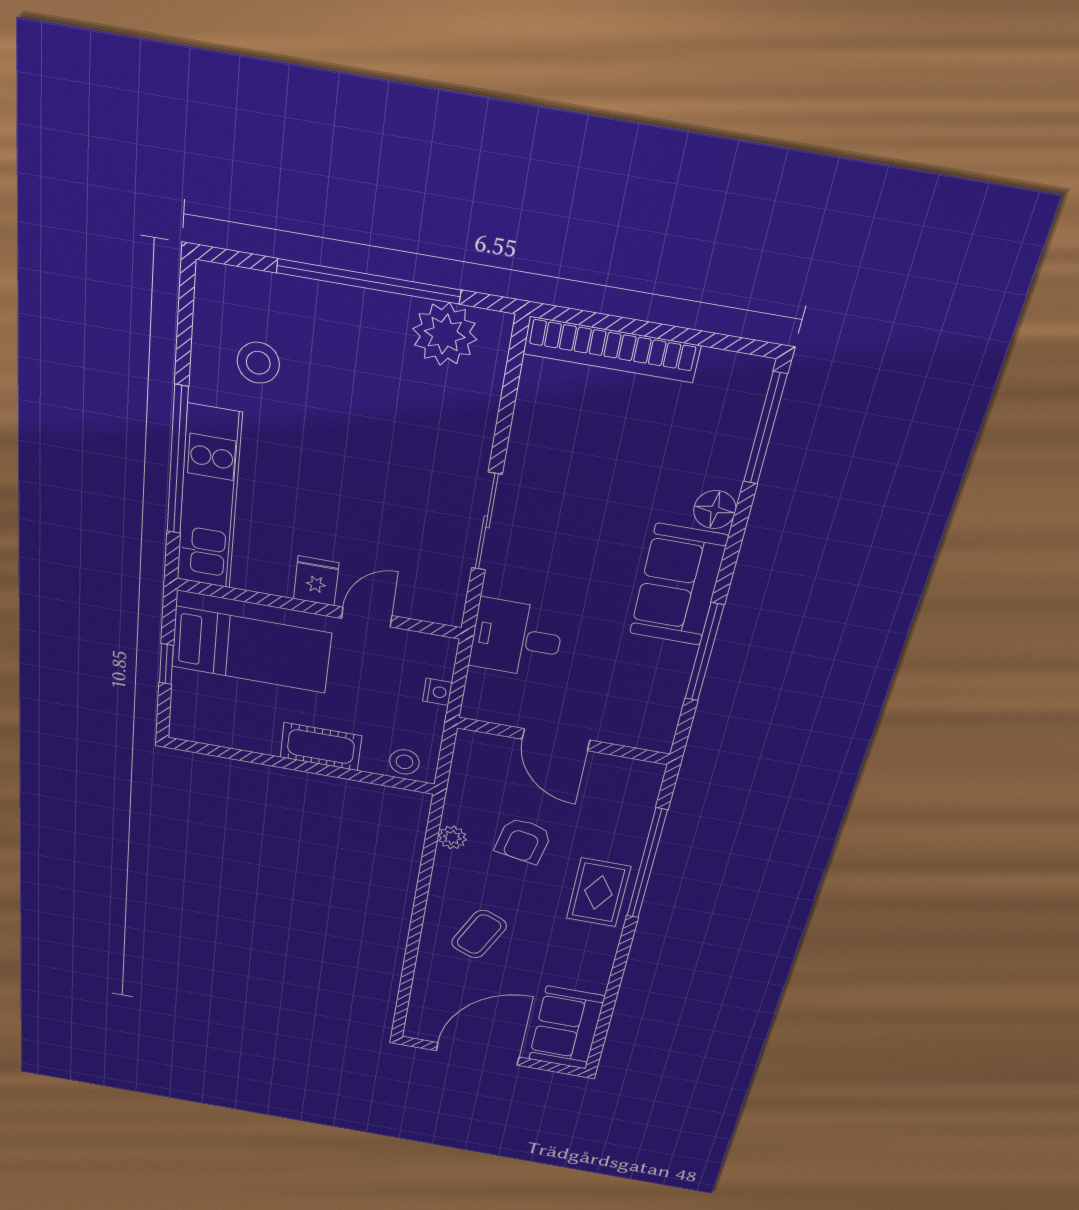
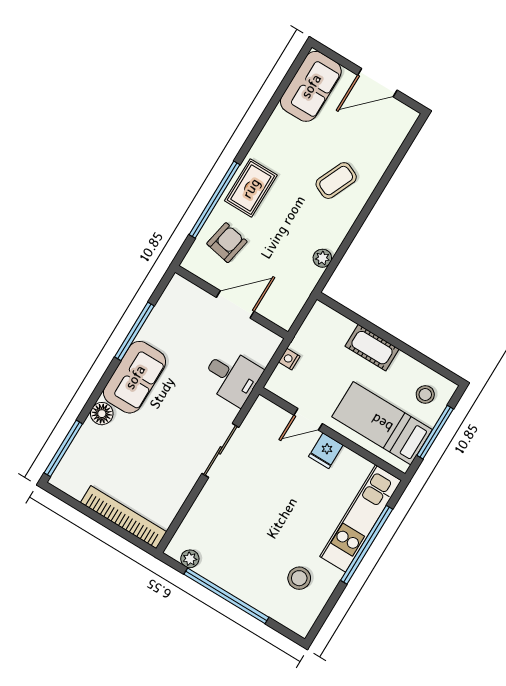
plant: (445, 334) -> (190, 559), width x0.53, depth x0.53
window: (166, 664) -> (435, 432), width x2.17
door: (556, 740) -> (235, 304), hinge flipped
stool: (404, 762) -> (425, 395), moved
armchair: (523, 841) -> (227, 243), moved
door: (478, 1054) -> (377, 83), width x0.73

